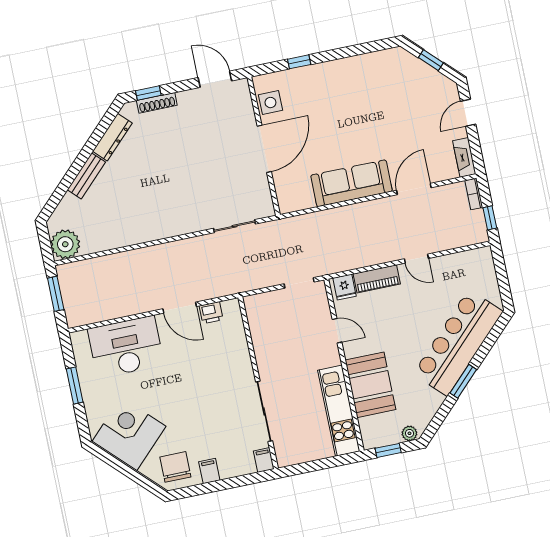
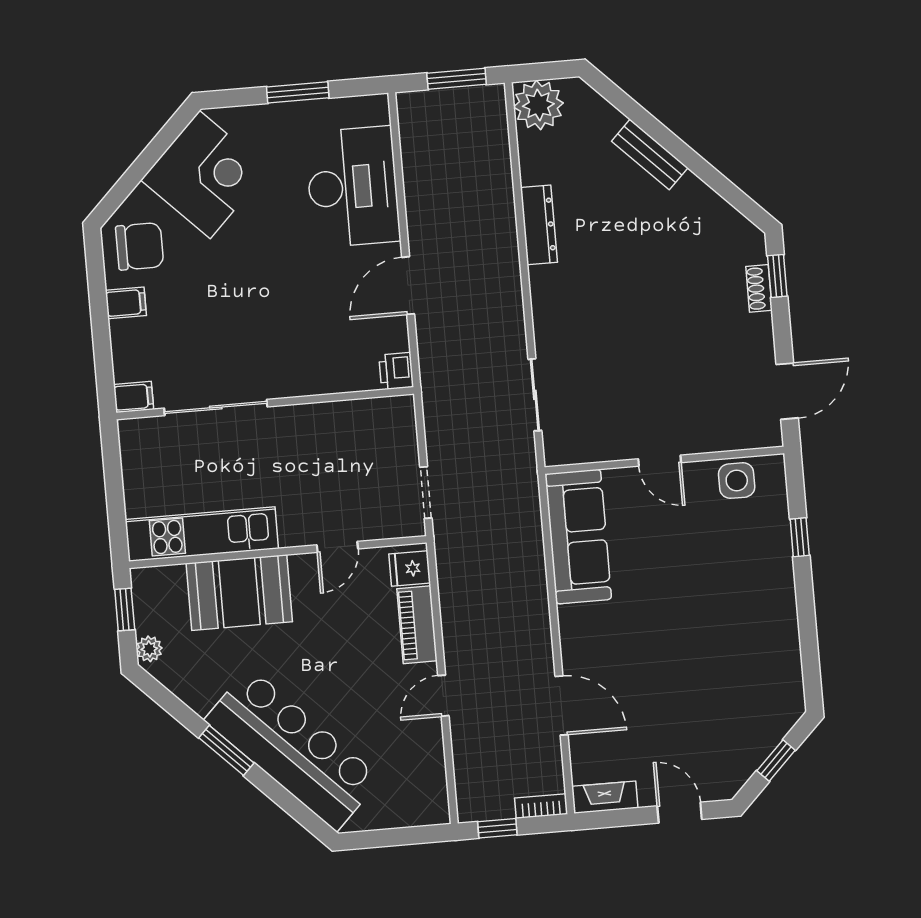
shoe rack: (157, 103) -> (759, 288), width x0.70
dresser: (112, 137) -> (539, 225), moved, turned -135
door: (264, 149) -> (660, 461), width x0.53
sofa: (351, 183) -> (578, 537), moved
printer: (211, 313) -> (396, 371), moved

